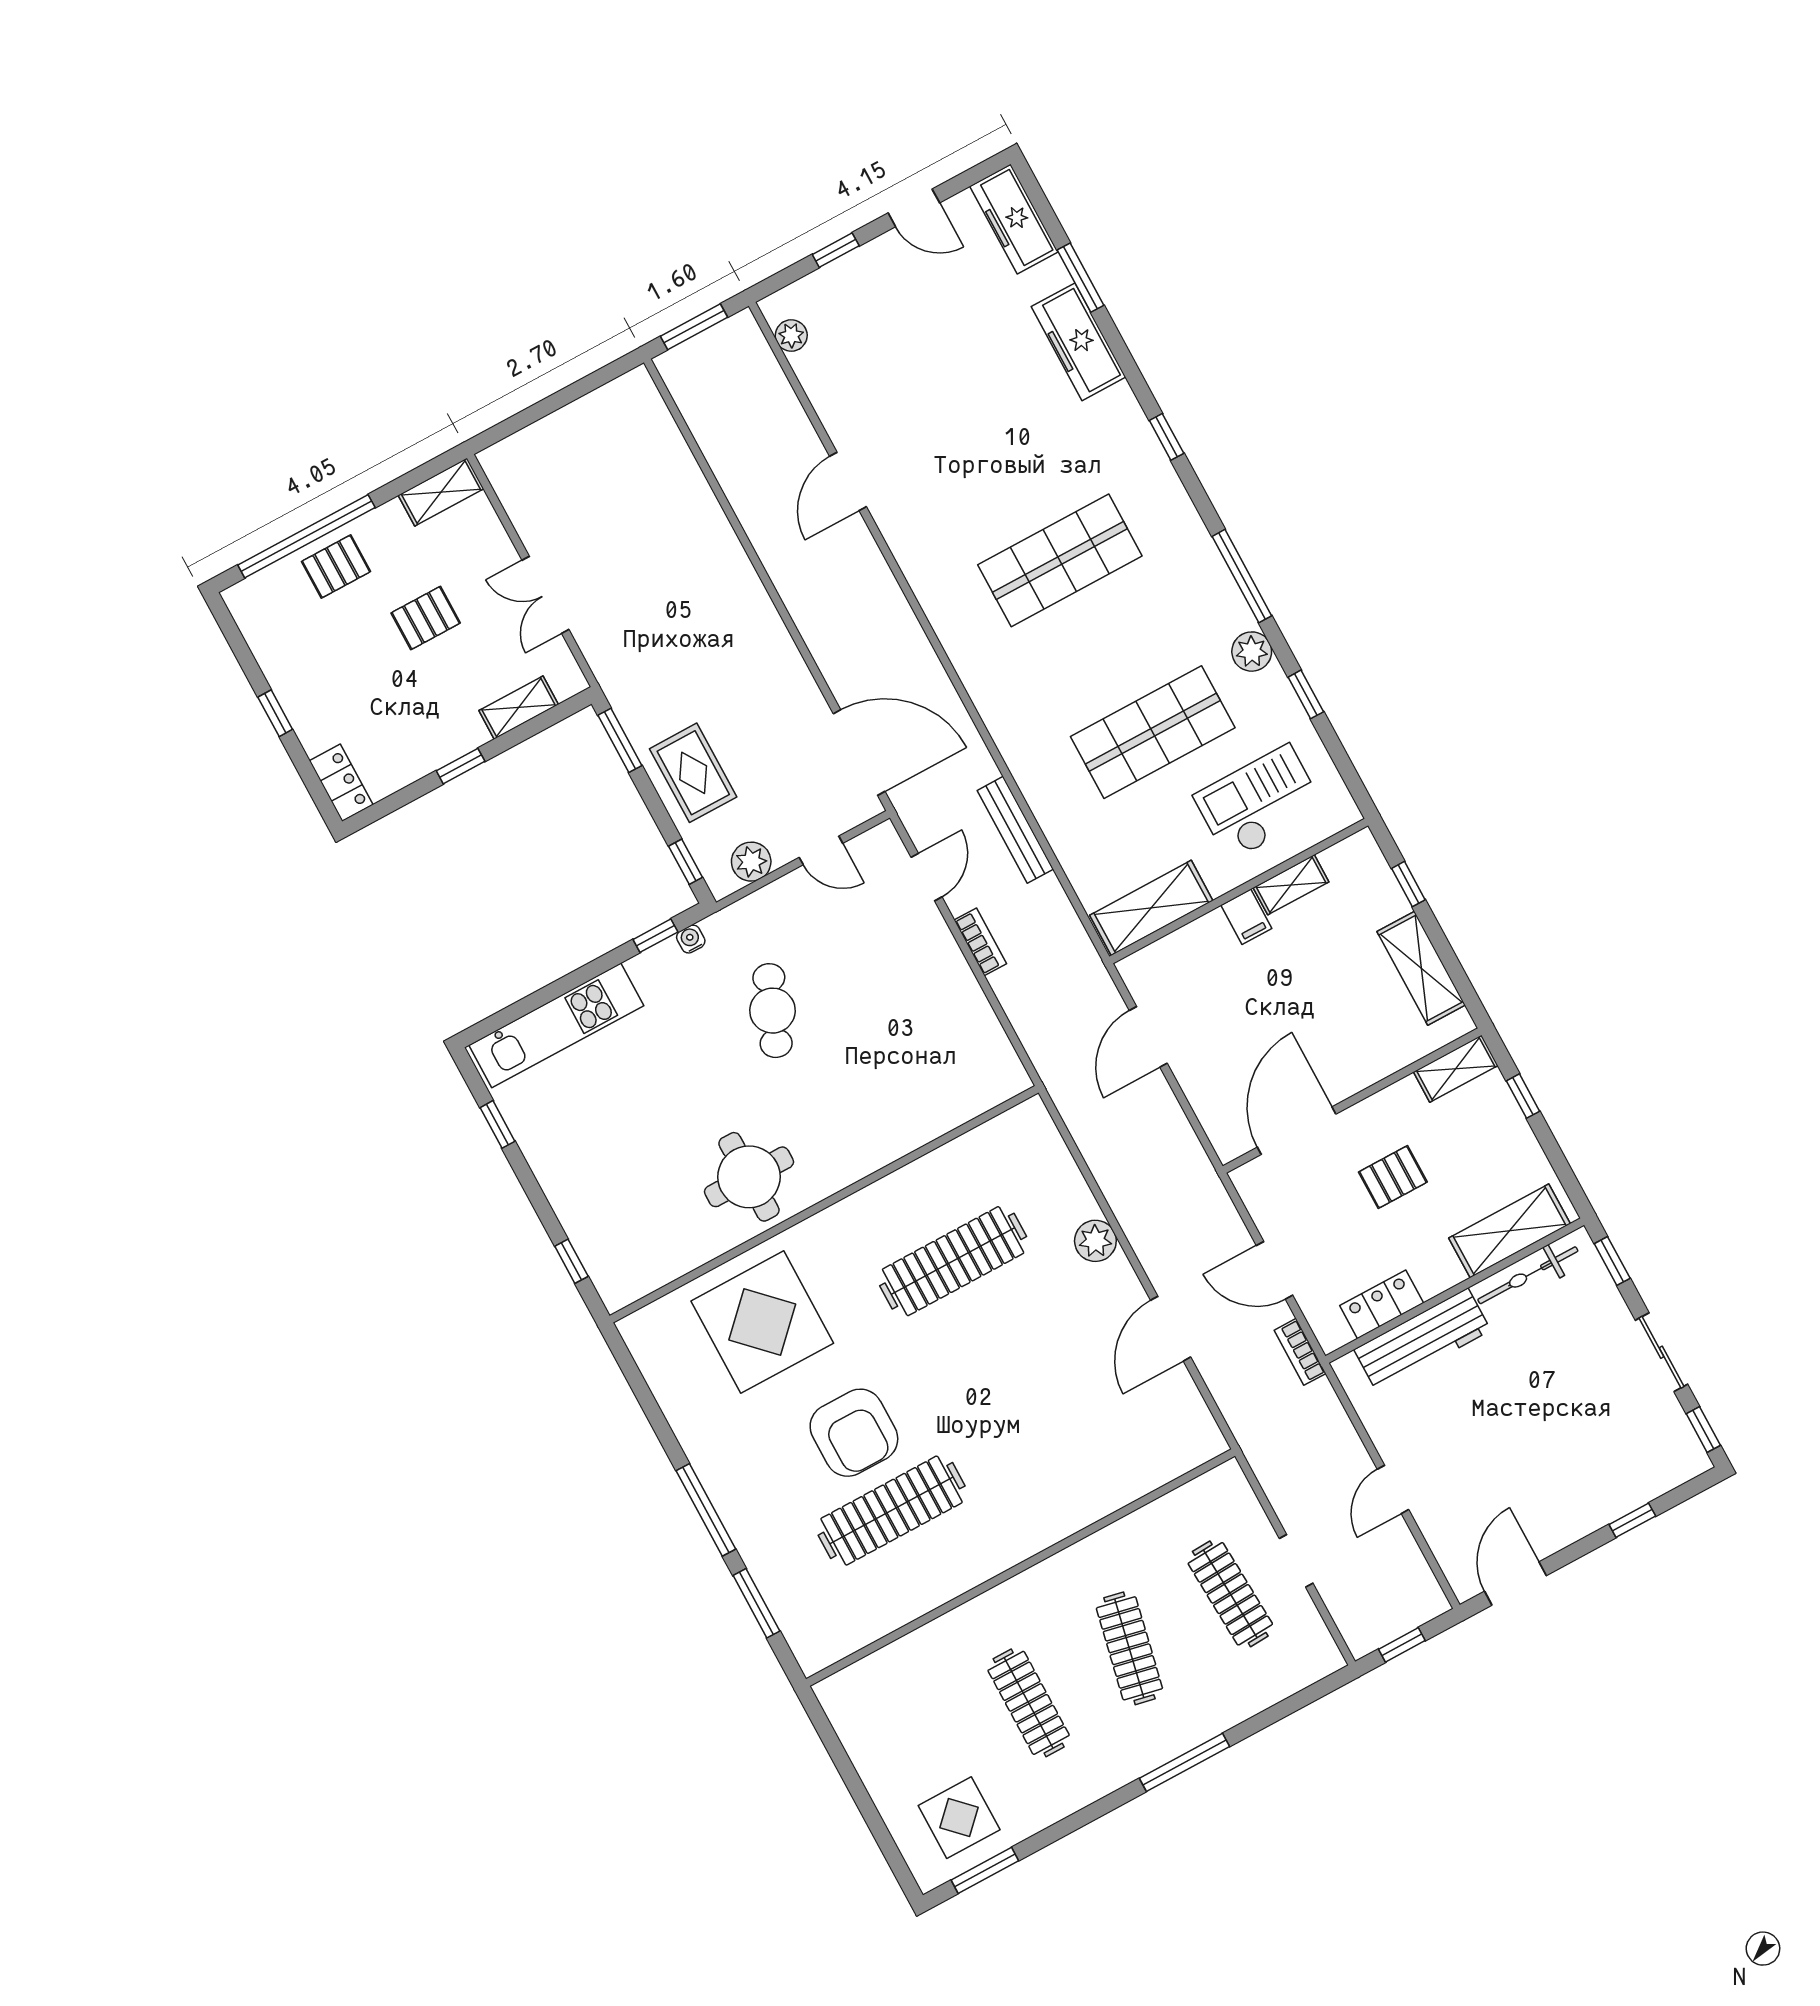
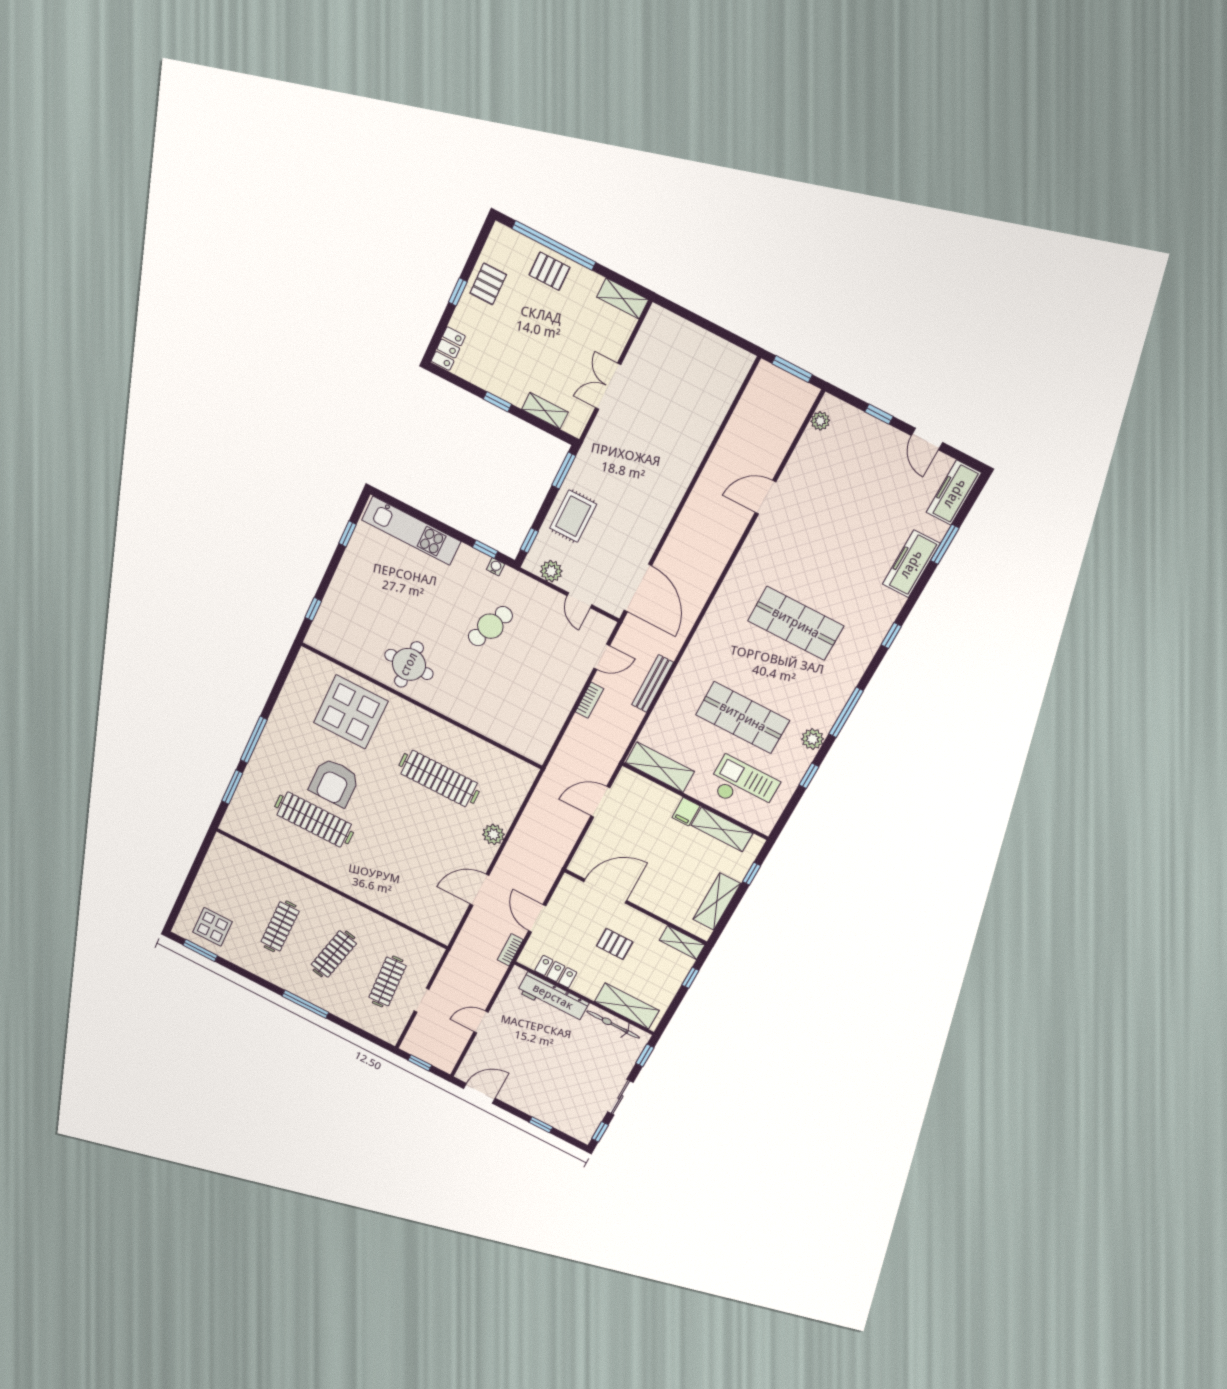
pallet: (426, 618) -> (488, 284), moved, turned 90
shelving: (1291, 885) -> (722, 829), width x1.50, depth x1.33

